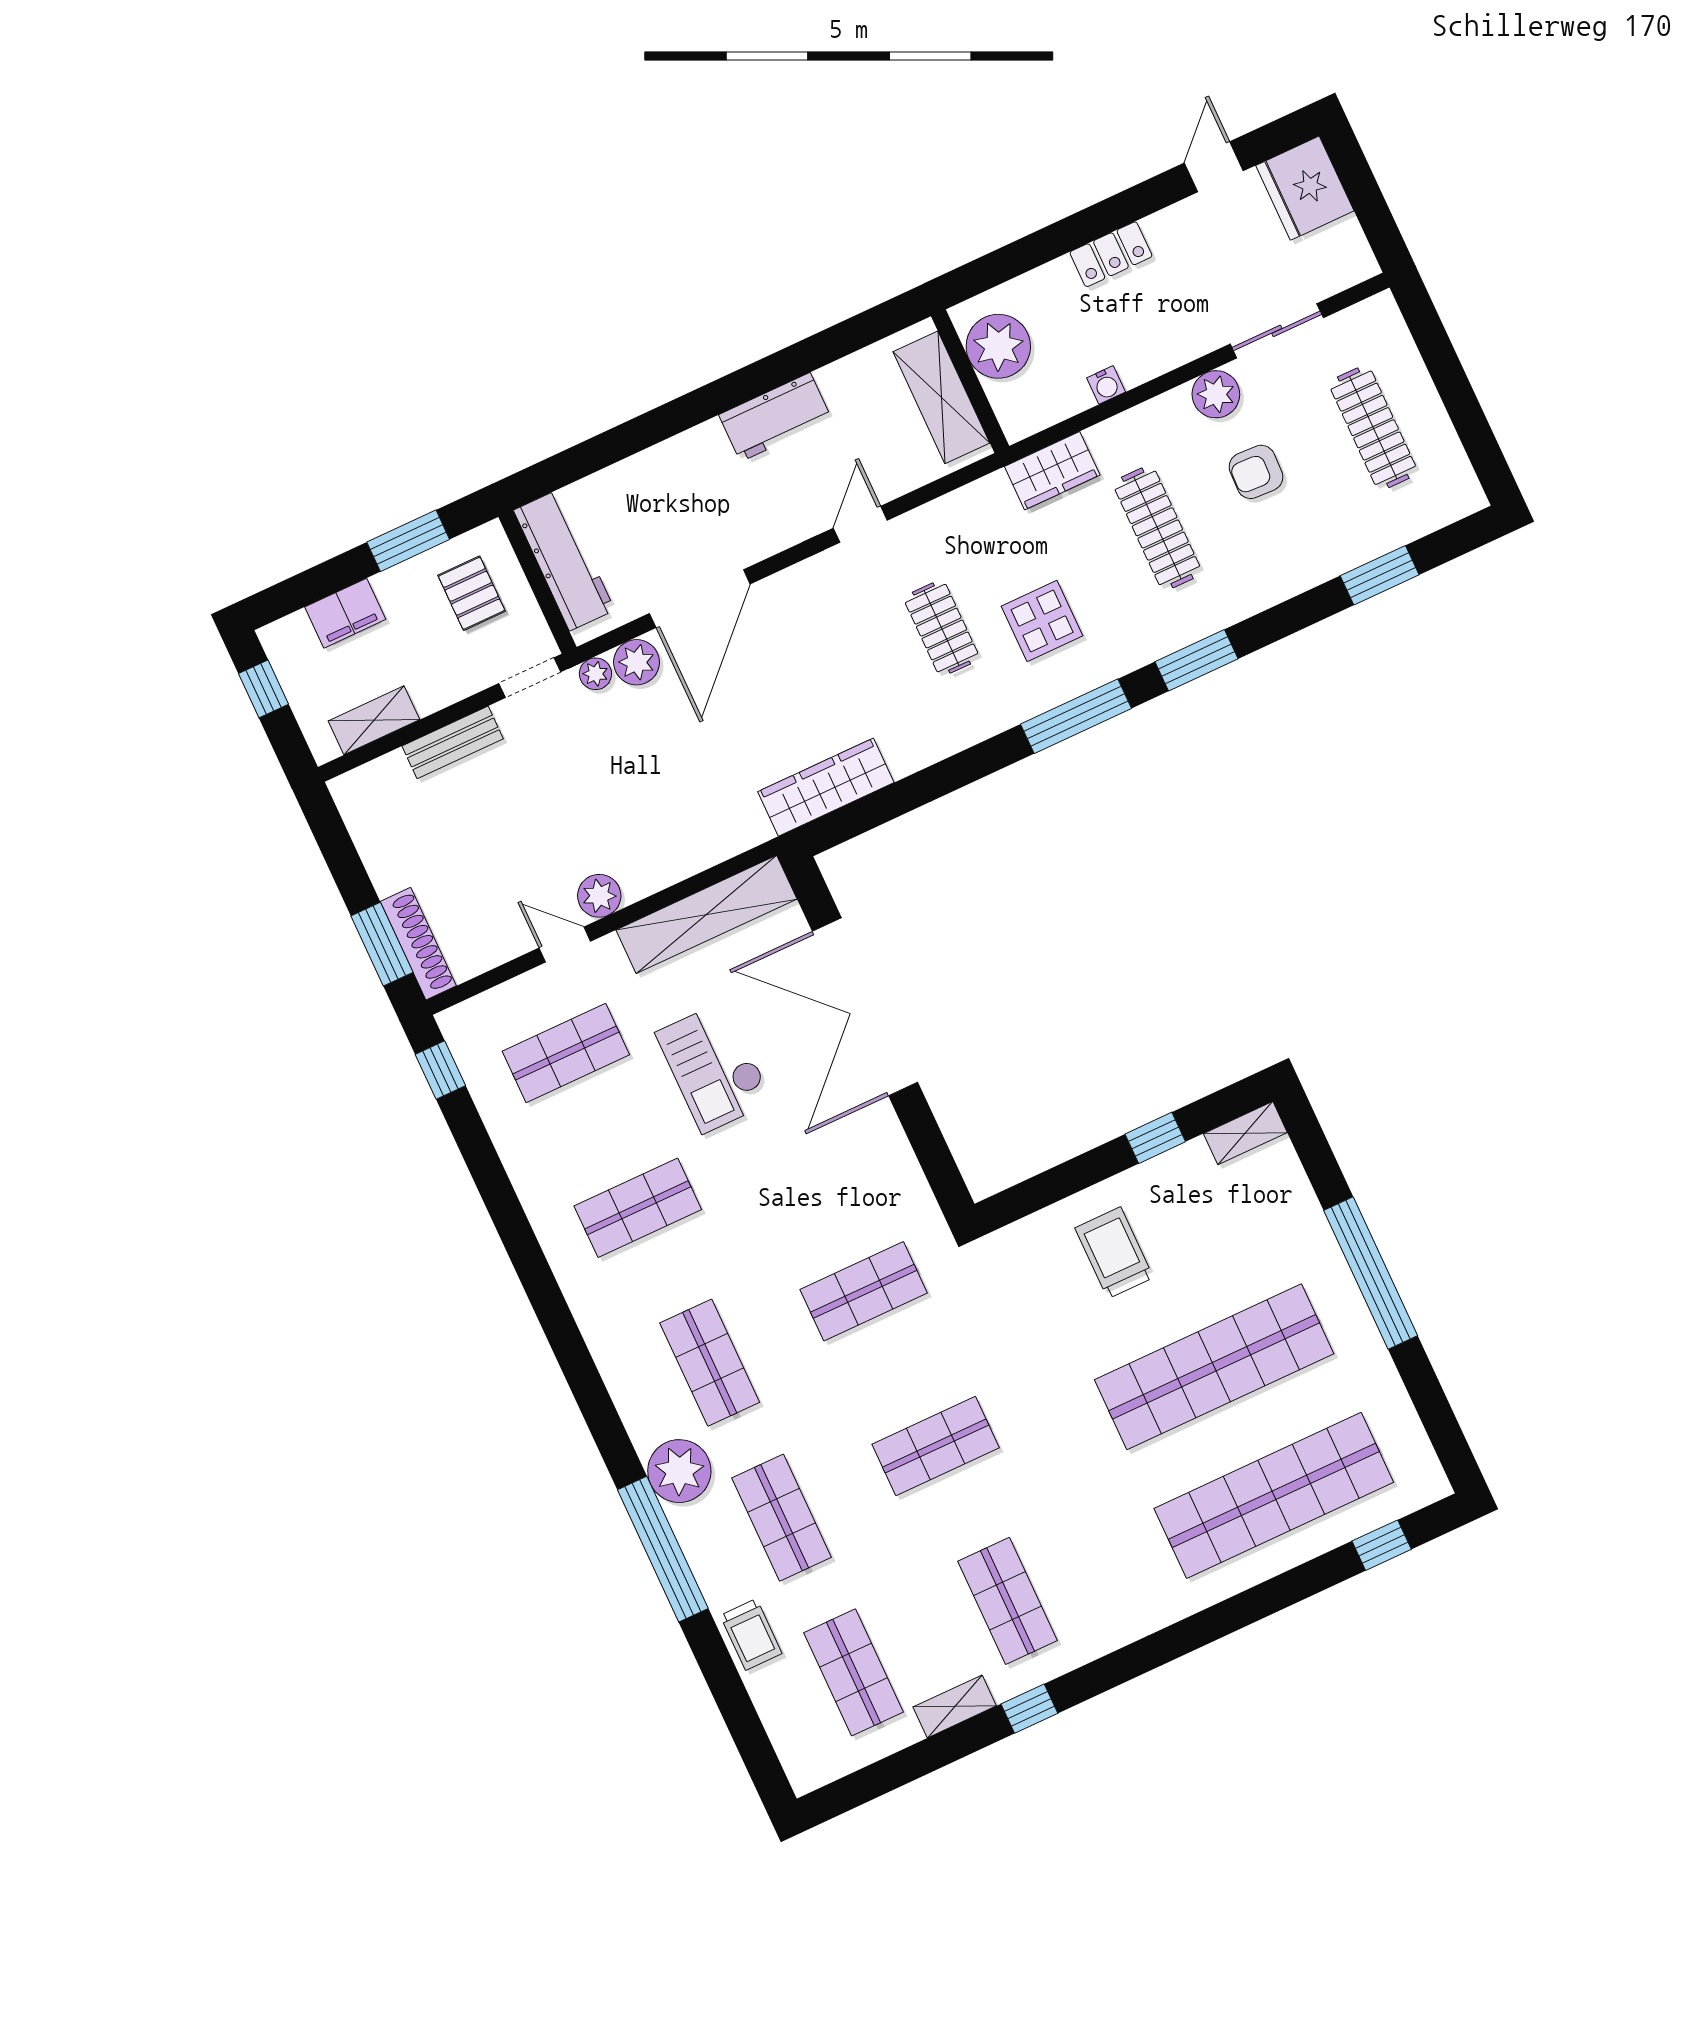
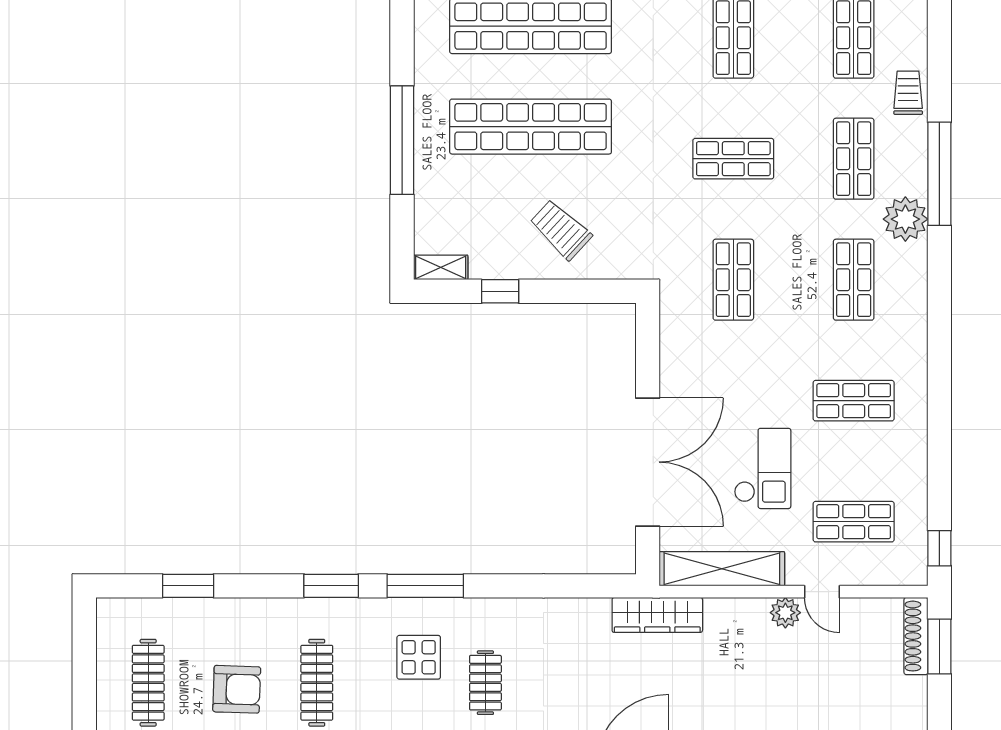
armchair: (1256, 472) -> (237, 689), width x1.38, depth x1.38
wardrobe: (826, 787) -> (657, 615), moved
trolley: (1114, 1253) -> (561, 230), turned 133
shop shelf: (864, 1291) -> (733, 280), turned 90

